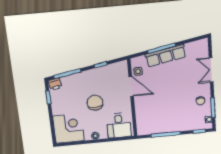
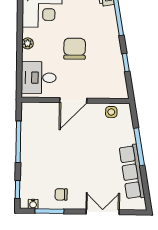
row of seats: (166, 56) -> (132, 172), moved
door: (131, 86) -> (73, 100), moved
chair: (95, 103) -> (75, 49), turned -90

